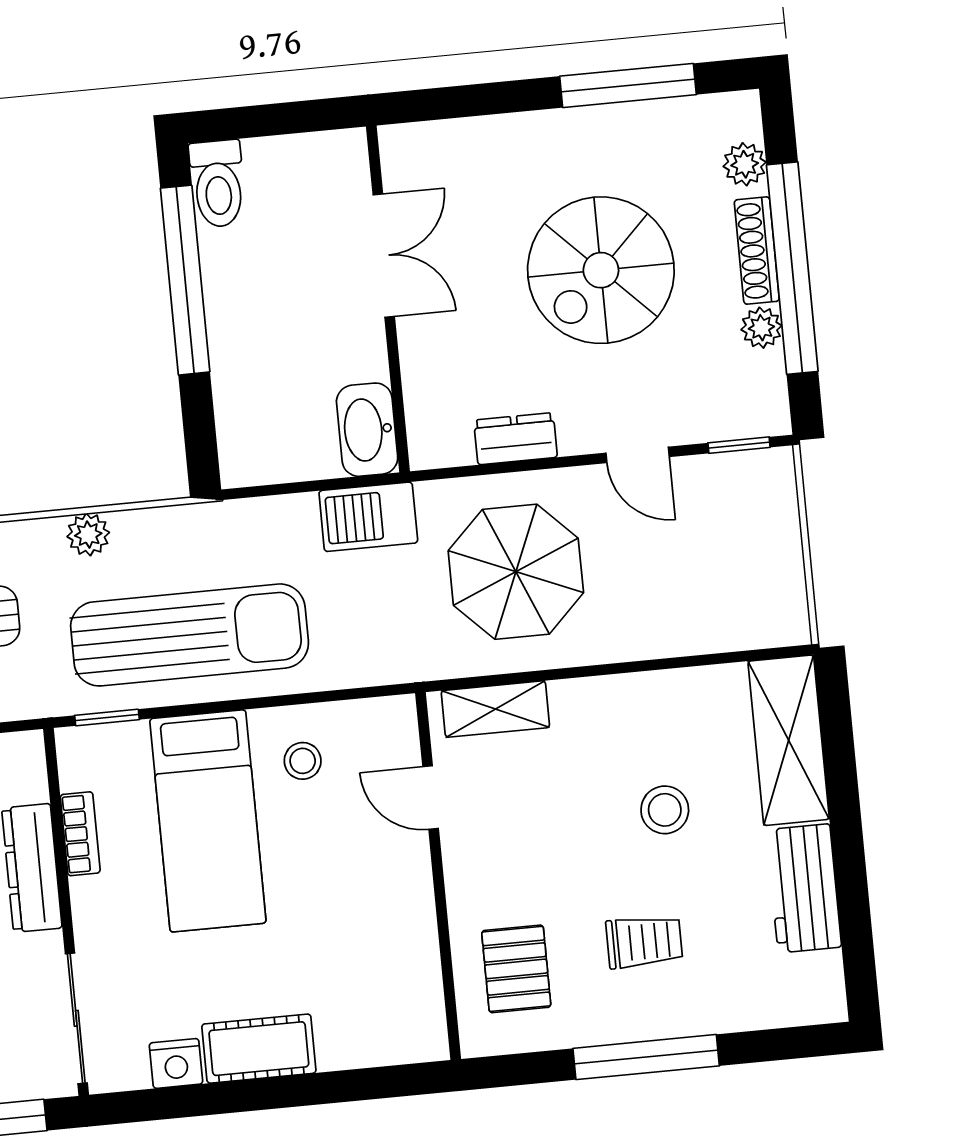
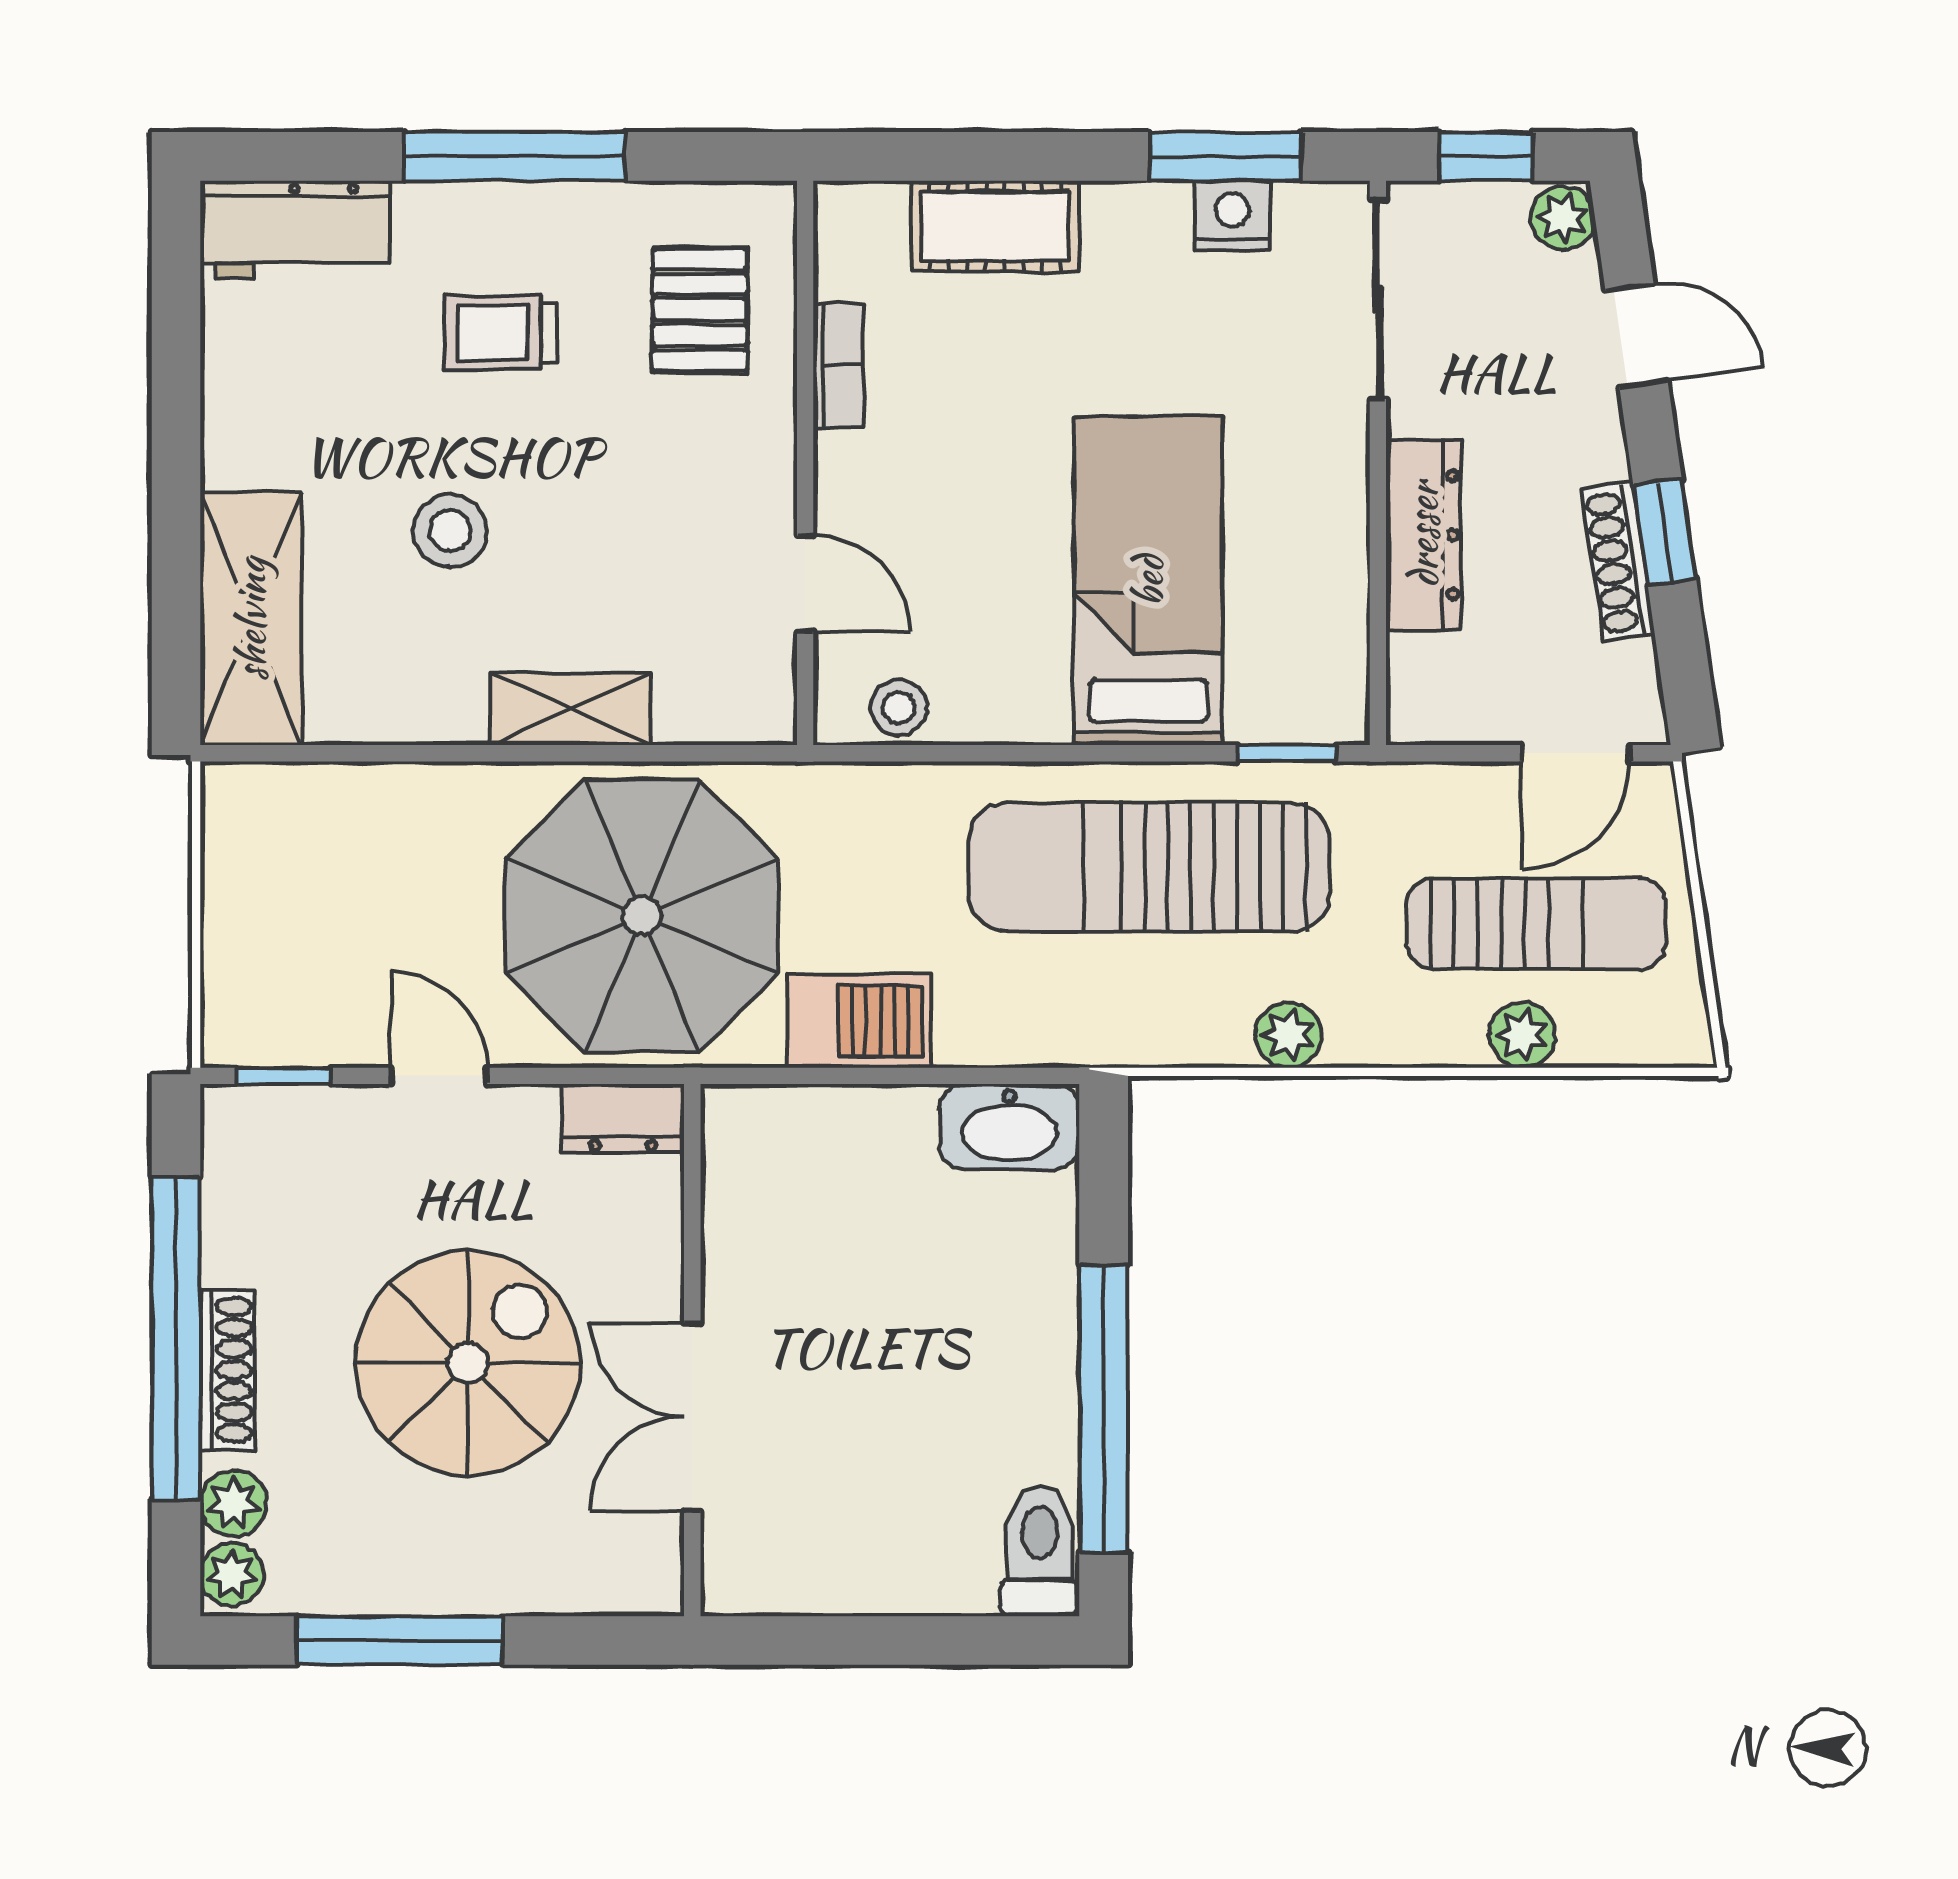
double door: (384, 256) -> (692, 1417), moved
wall: (388, 299) -> (692, 1350), moved
plant: (761, 328) -> (232, 1574), moved
washbasin: (367, 430) -> (1009, 1127), moved, turned 90
parasol: (516, 572) -> (642, 916), width x1.36, depth x1.36
shelving: (495, 709) -> (571, 709), moved
stool: (303, 761) -> (899, 708), moved
bookcase: (80, 834) -> (838, 365), moved, turned 180
workbench: (804, 888) -> (295, 230), moved, turned 90
cot: (259, 1049) -> (995, 226), moved
window: (184, 1102) -> (1225, 156), added

